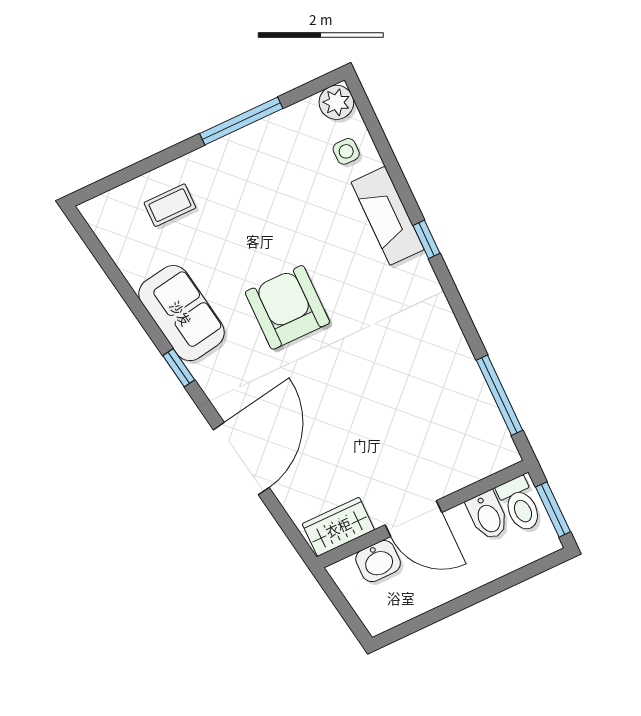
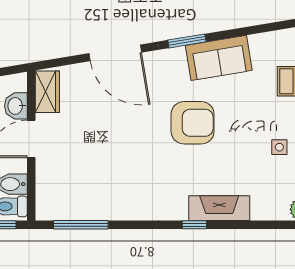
side table: (346, 151) -> (279, 147), moved
window: (179, 368) -> (187, 41), width x1.50

